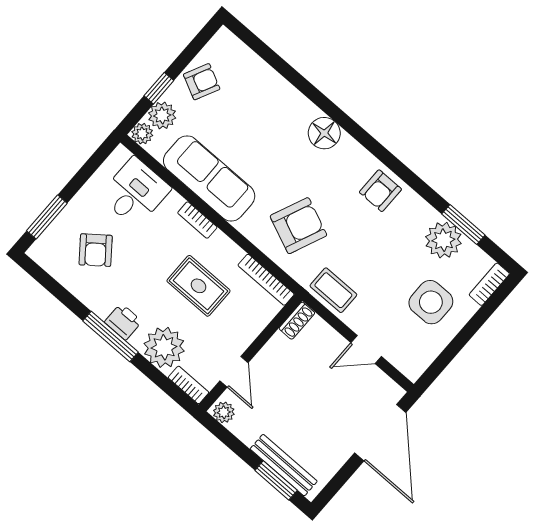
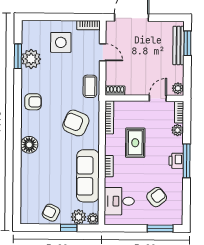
bookcase: (489, 284) -> (88, 25), moved
plant: (164, 347) -> (177, 130), width x0.53, depth x0.53

